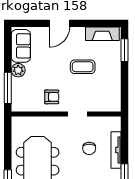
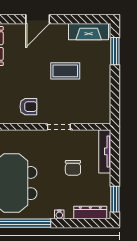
tv unit: (116, 150) -> (105, 151), moved

